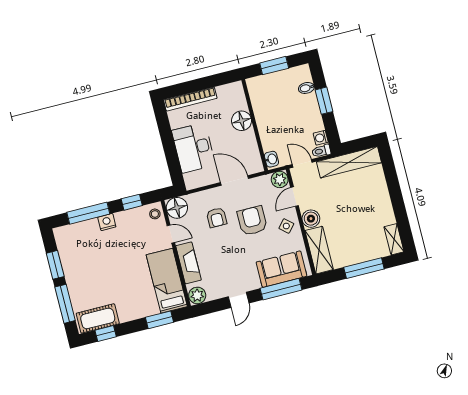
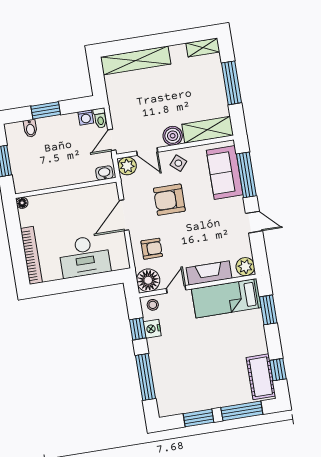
floor lamp: (242, 121) -> (22, 203), moved, width x0.53, depth x0.53
shelving: (349, 162) -> (136, 60), moved, turned 90
armchair: (217, 218) -> (152, 249), moved
nightstand: (107, 222) -> (152, 329), moved

